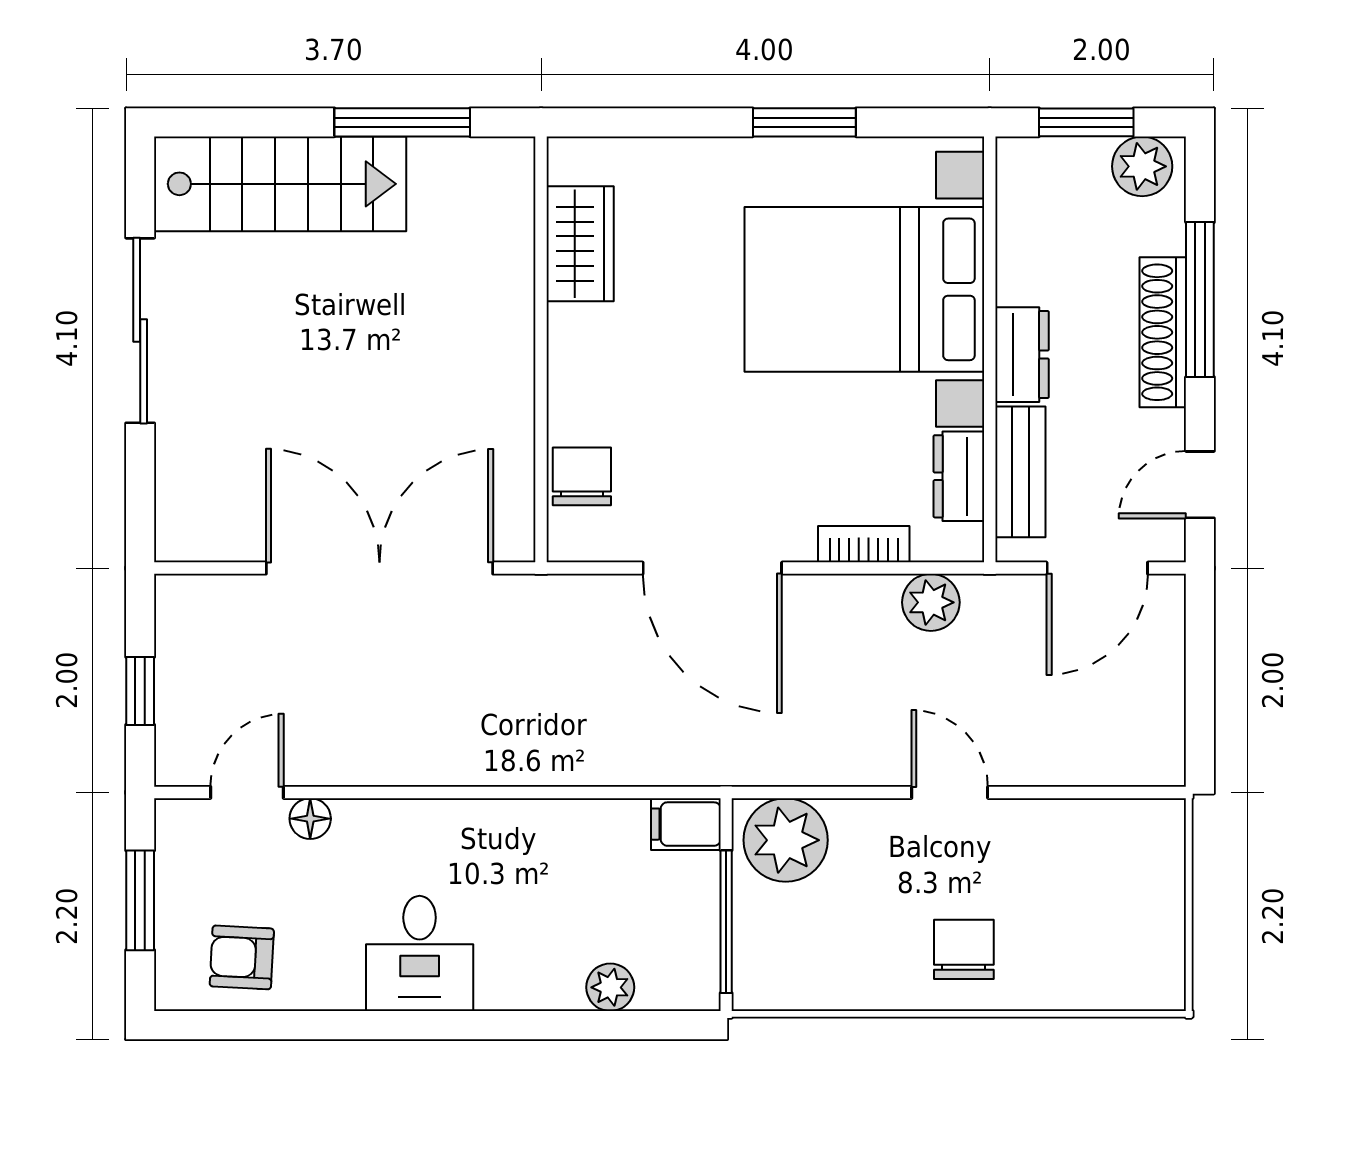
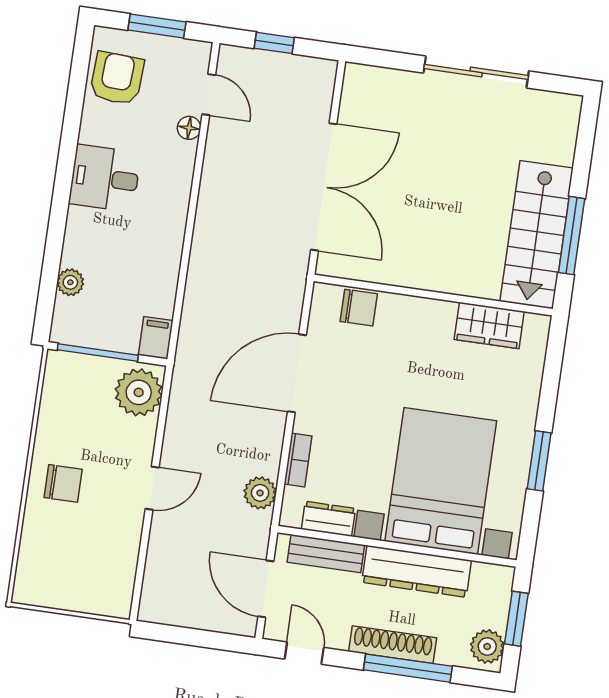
stairs: (280, 184) -> (537, 235), moved
dresser: (1022, 355) -> (417, 571), width x1.96, depth x1.24
armchair: (242, 957) -> (117, 78), width x1.38, depth x1.38

